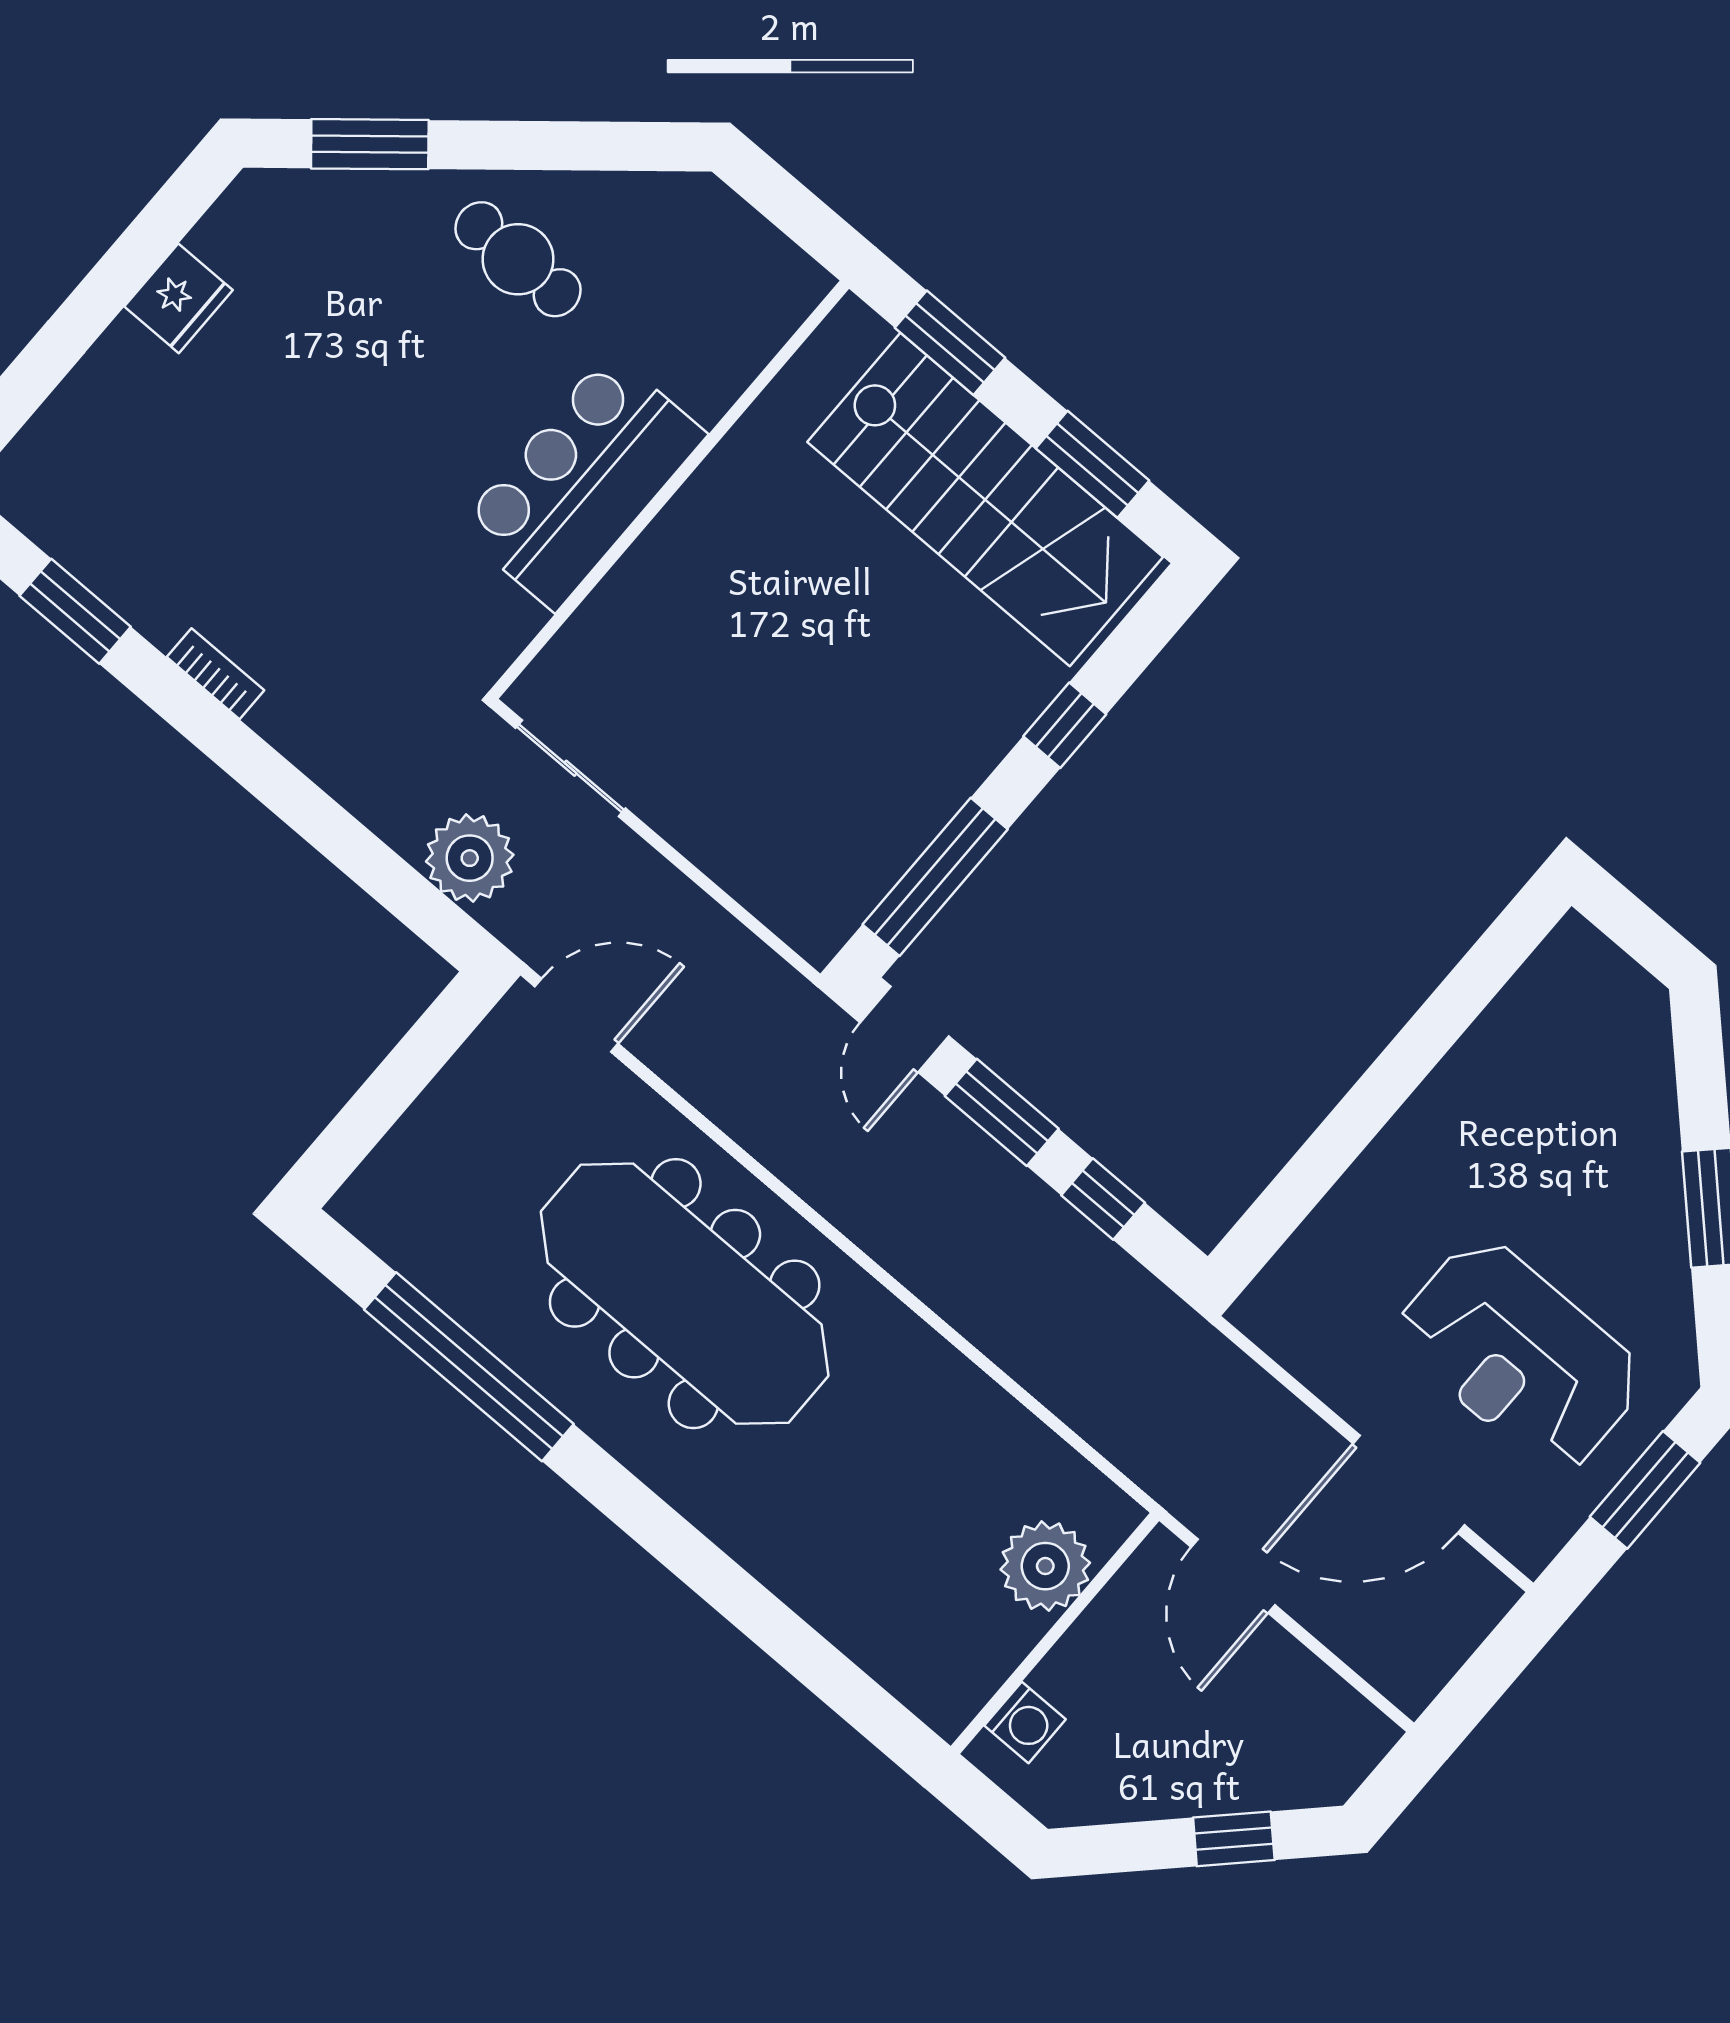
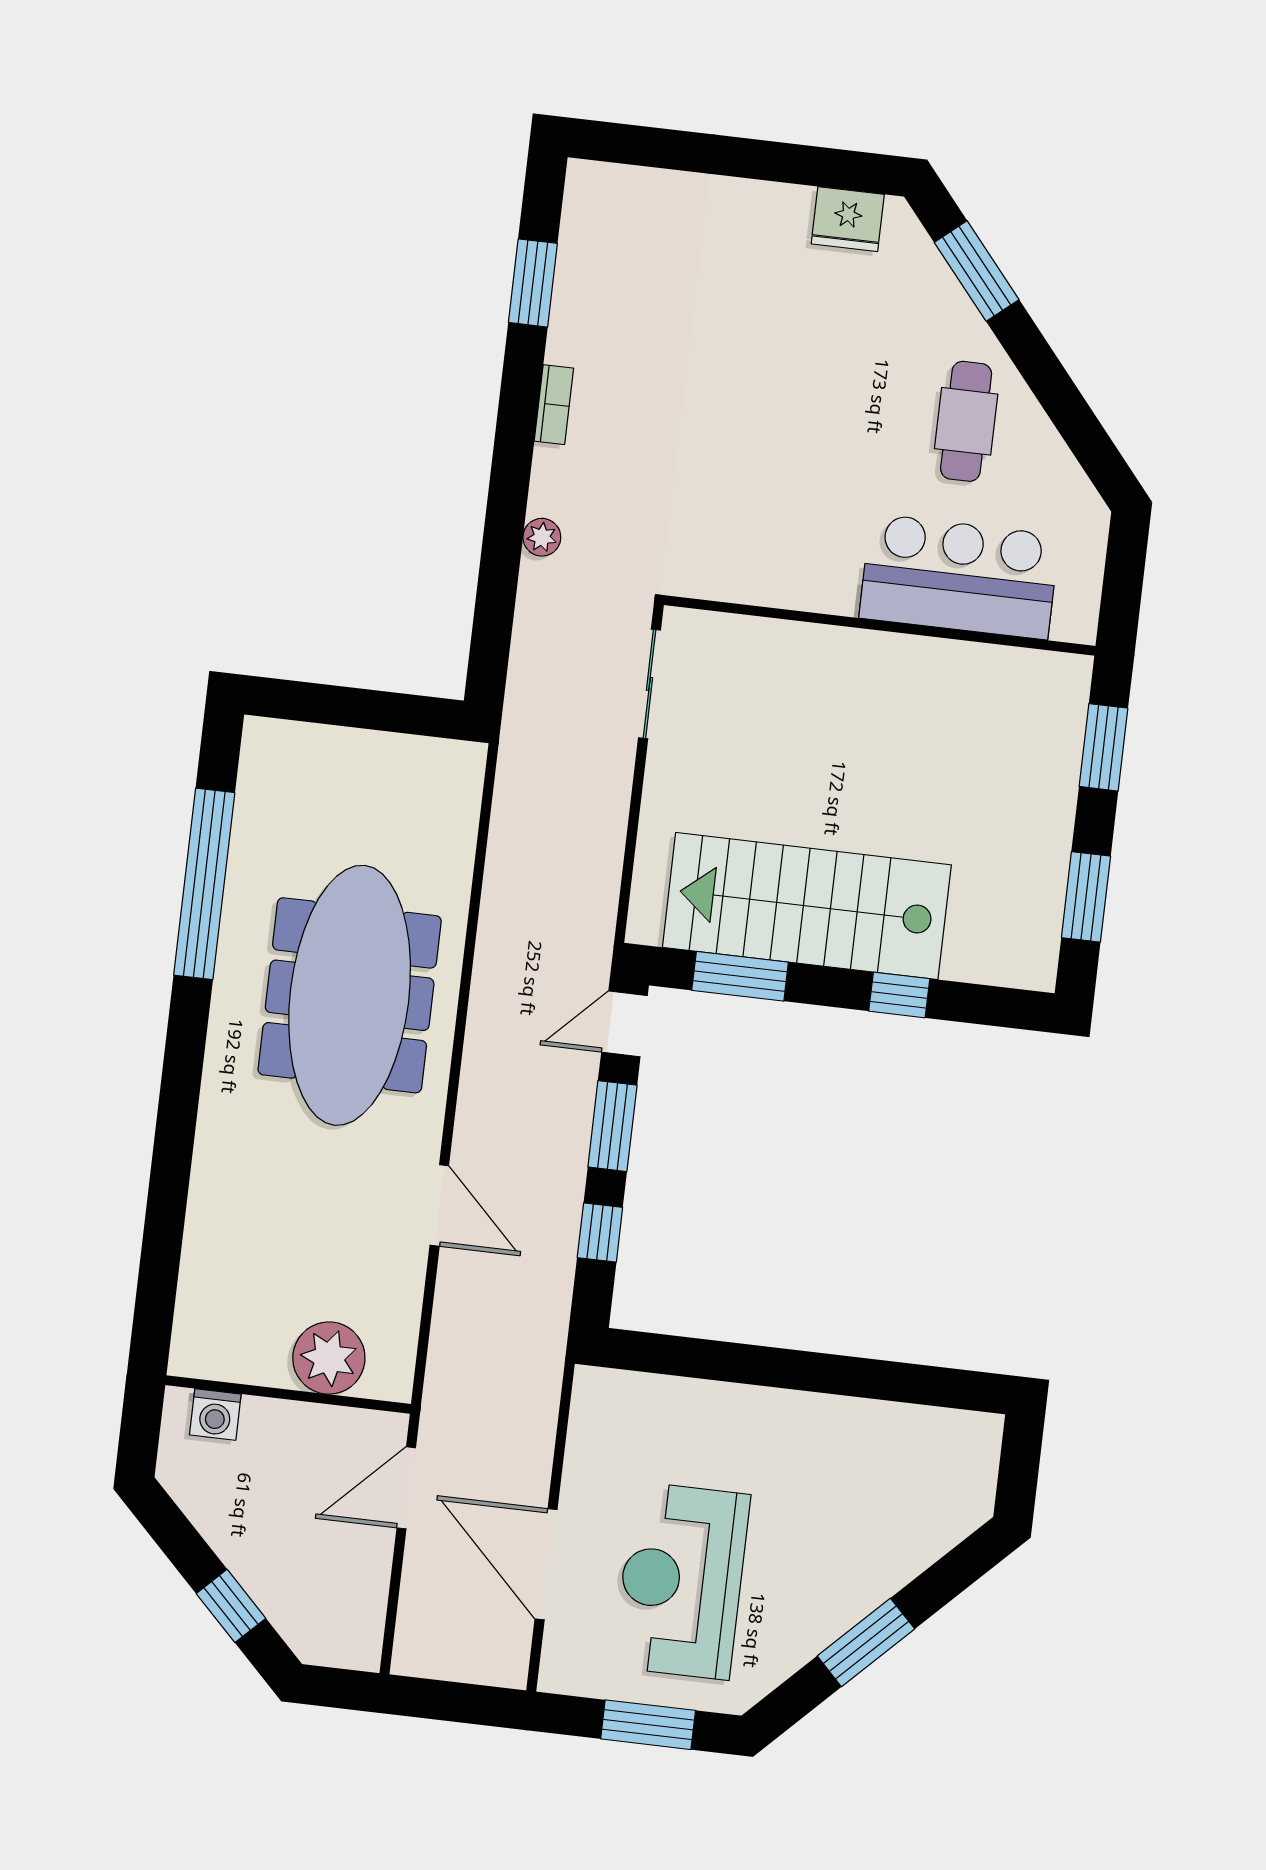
fridge: (179, 298) -> (848, 219), moved
bar counter: (582, 481) -> (959, 577), moved
stairs: (985, 500) -> (807, 906), moved, turned 90
plant: (470, 858) -> (542, 537), moved, width x0.53, depth x0.53
window: (935, 877) -> (740, 976), width x0.69
door: (576, 1015) -> (439, 1206), moved

